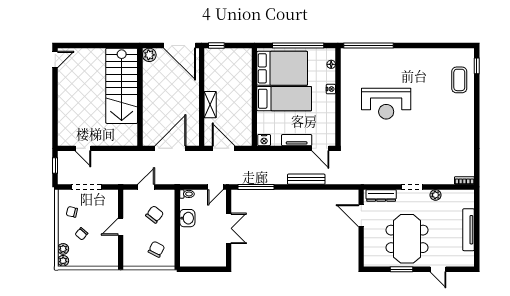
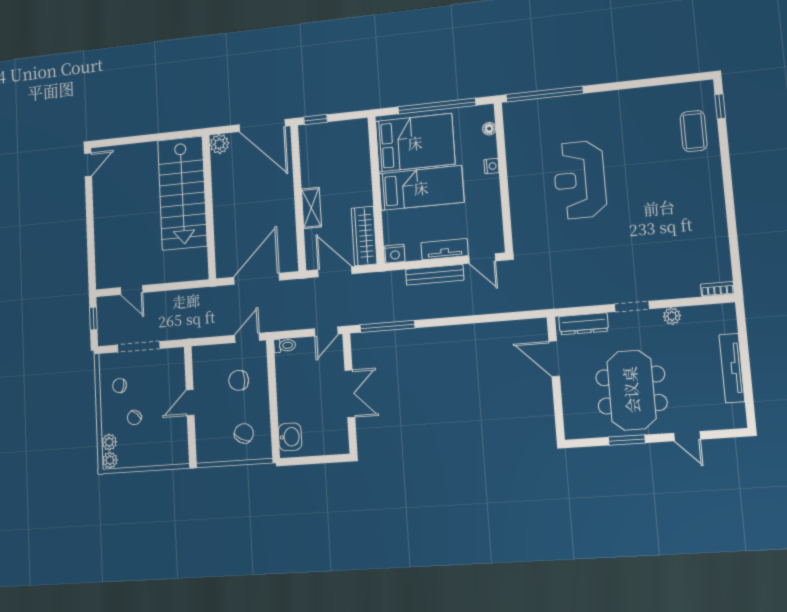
reception desk: (386, 104) -> (580, 180), turned 90
wardrobe: (244, 127) -> (364, 236), added
bench: (306, 179) -> (435, 275), moved
door: (146, 187) -> (247, 338), moved
chair: (155, 214) -> (239, 380), turned -128
washbasin: (187, 218) -> (290, 437), moved

